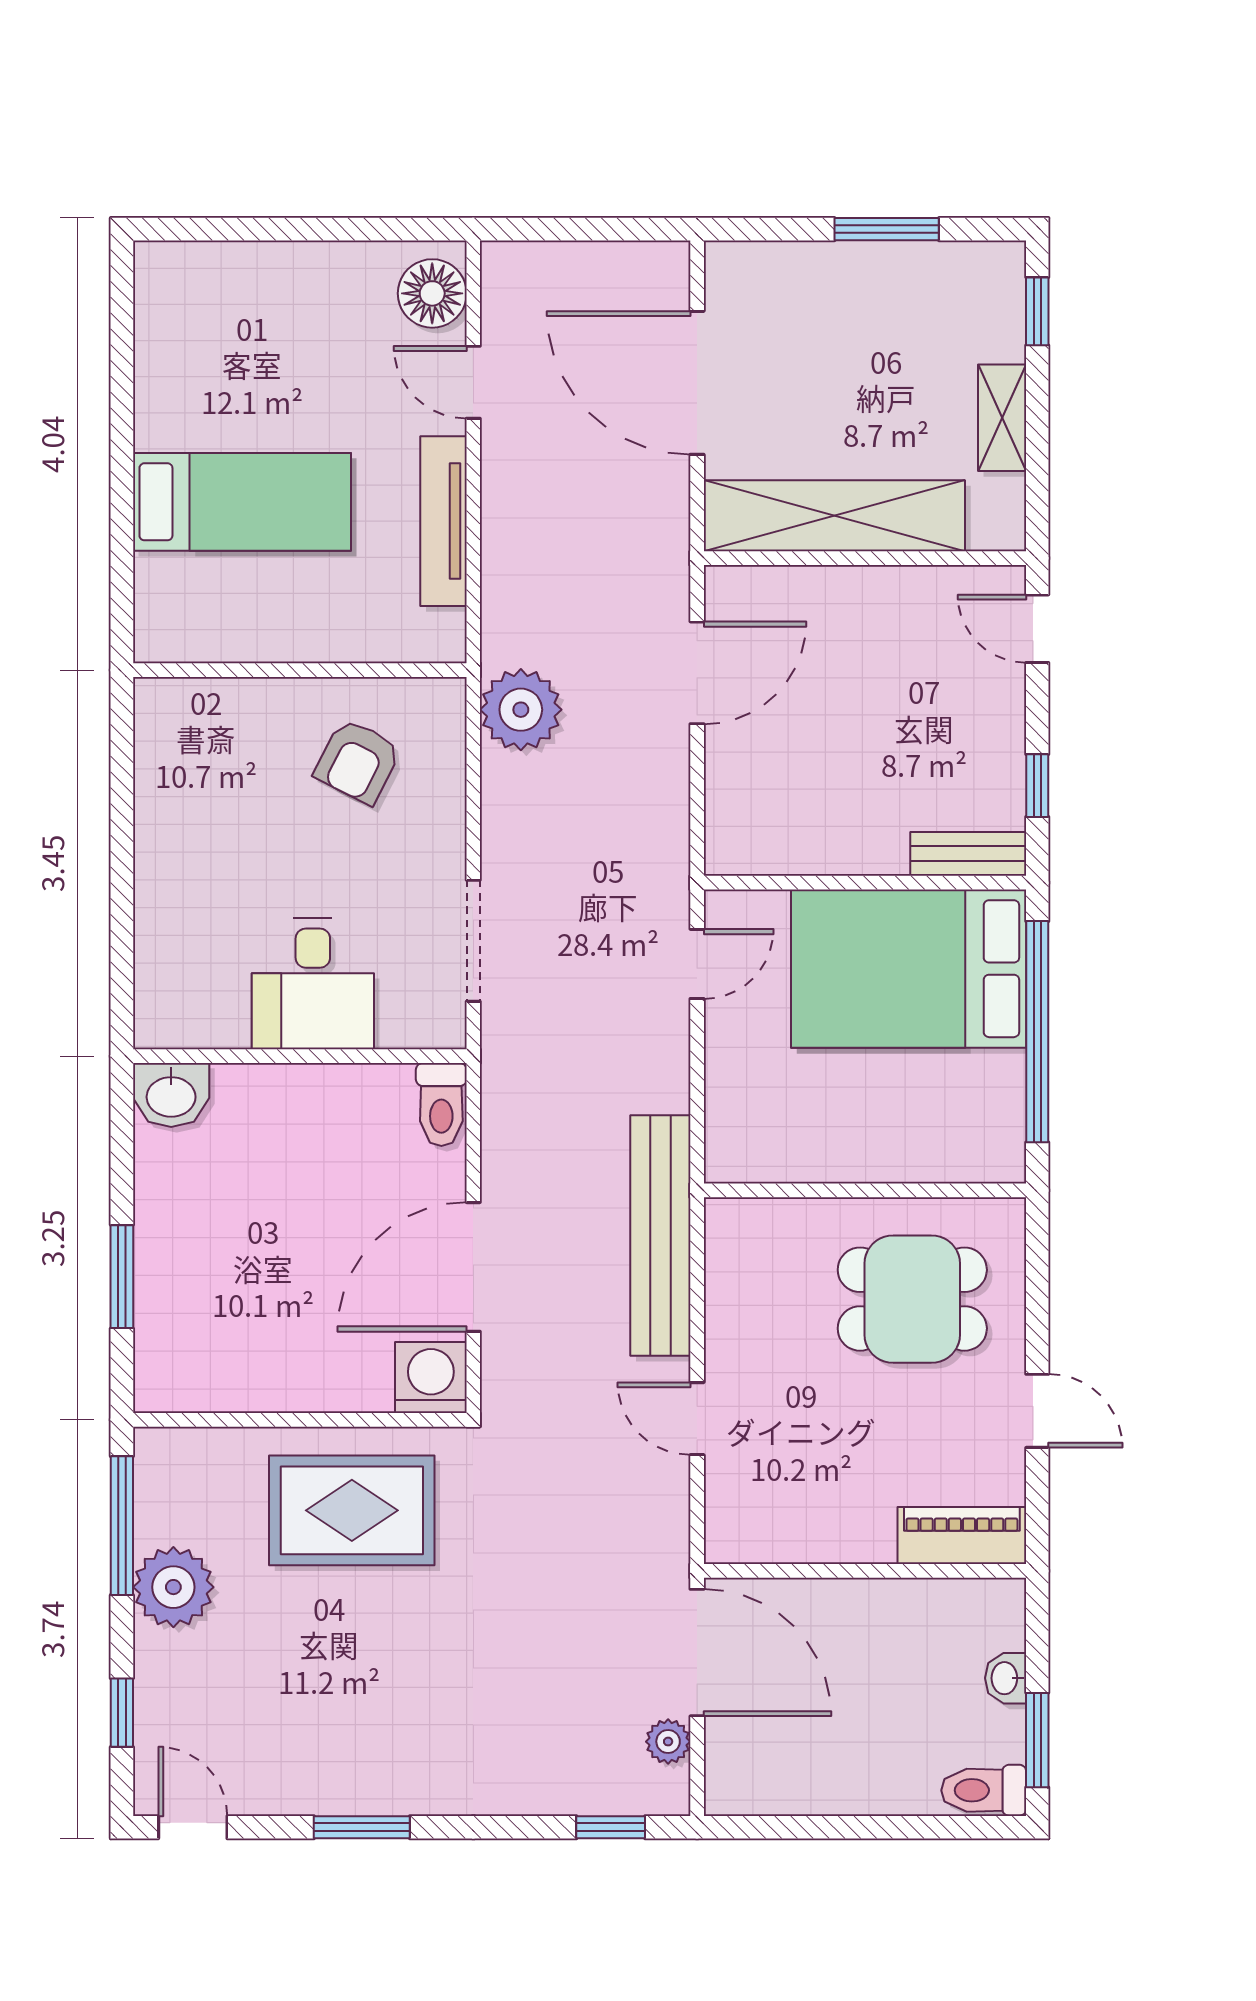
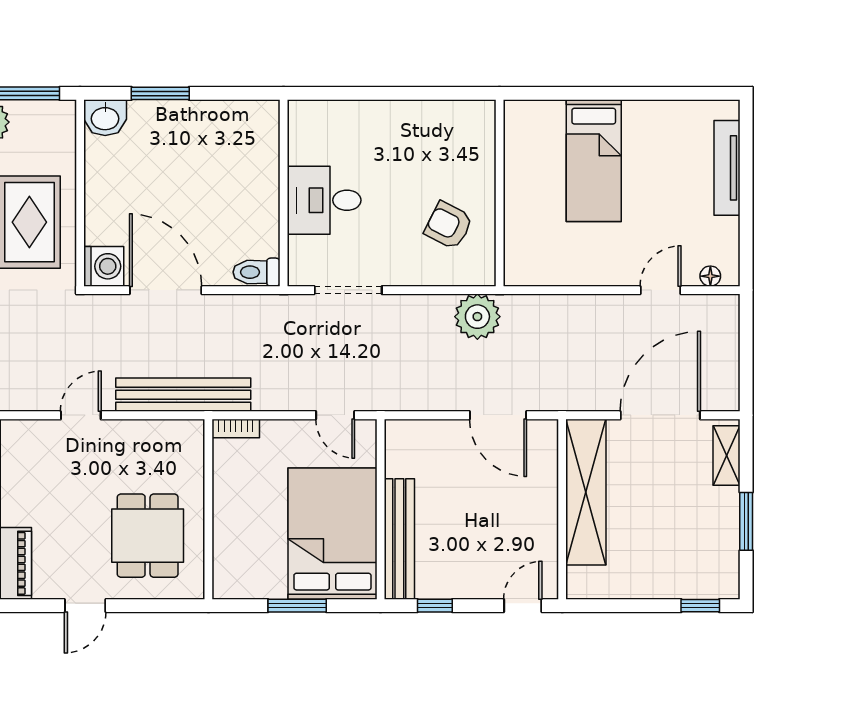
floor lamp: (432, 293) -> (710, 276), width x0.53, depth x0.53
shelving: (1002, 418) -> (727, 455), moved, turned 90
tv unit: (444, 521) -> (727, 168), moved, turned -90
bench: (968, 854) -> (399, 539), width x1.86, depth x1.21
window: (1037, 1032) -> (297, 606), width x0.47
washbasin: (171, 1095) -> (105, 118), moved, turned -90
bookcase: (721, 1142) -> (236, 428), added

